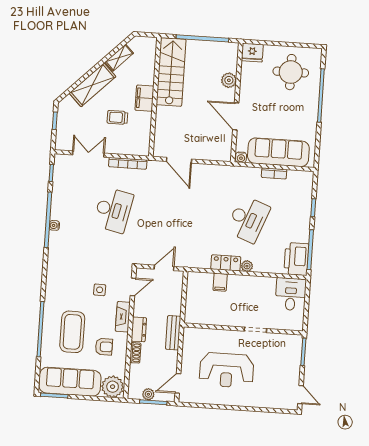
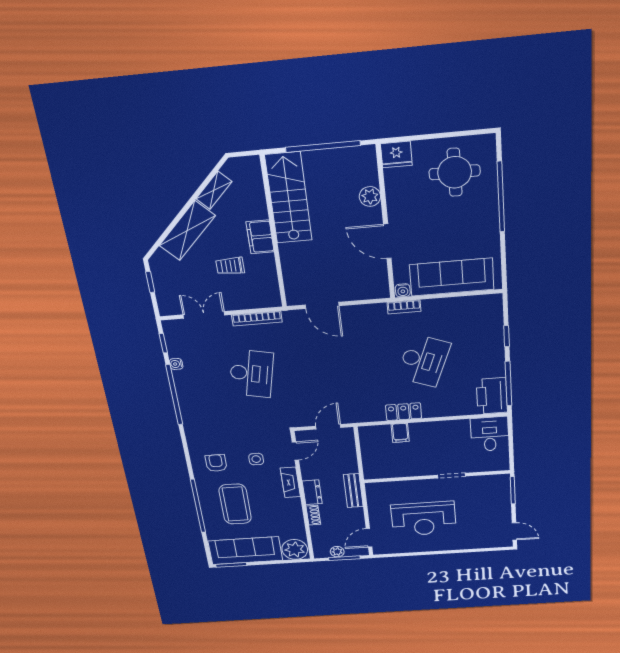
bookcase: (274, 173) -> (404, 307), moved
water cooler: (54, 225) -> (176, 364), moved
plant: (247, 266) -> (431, 412), removed
armchair: (104, 347) -> (216, 463), moved, turned -90

